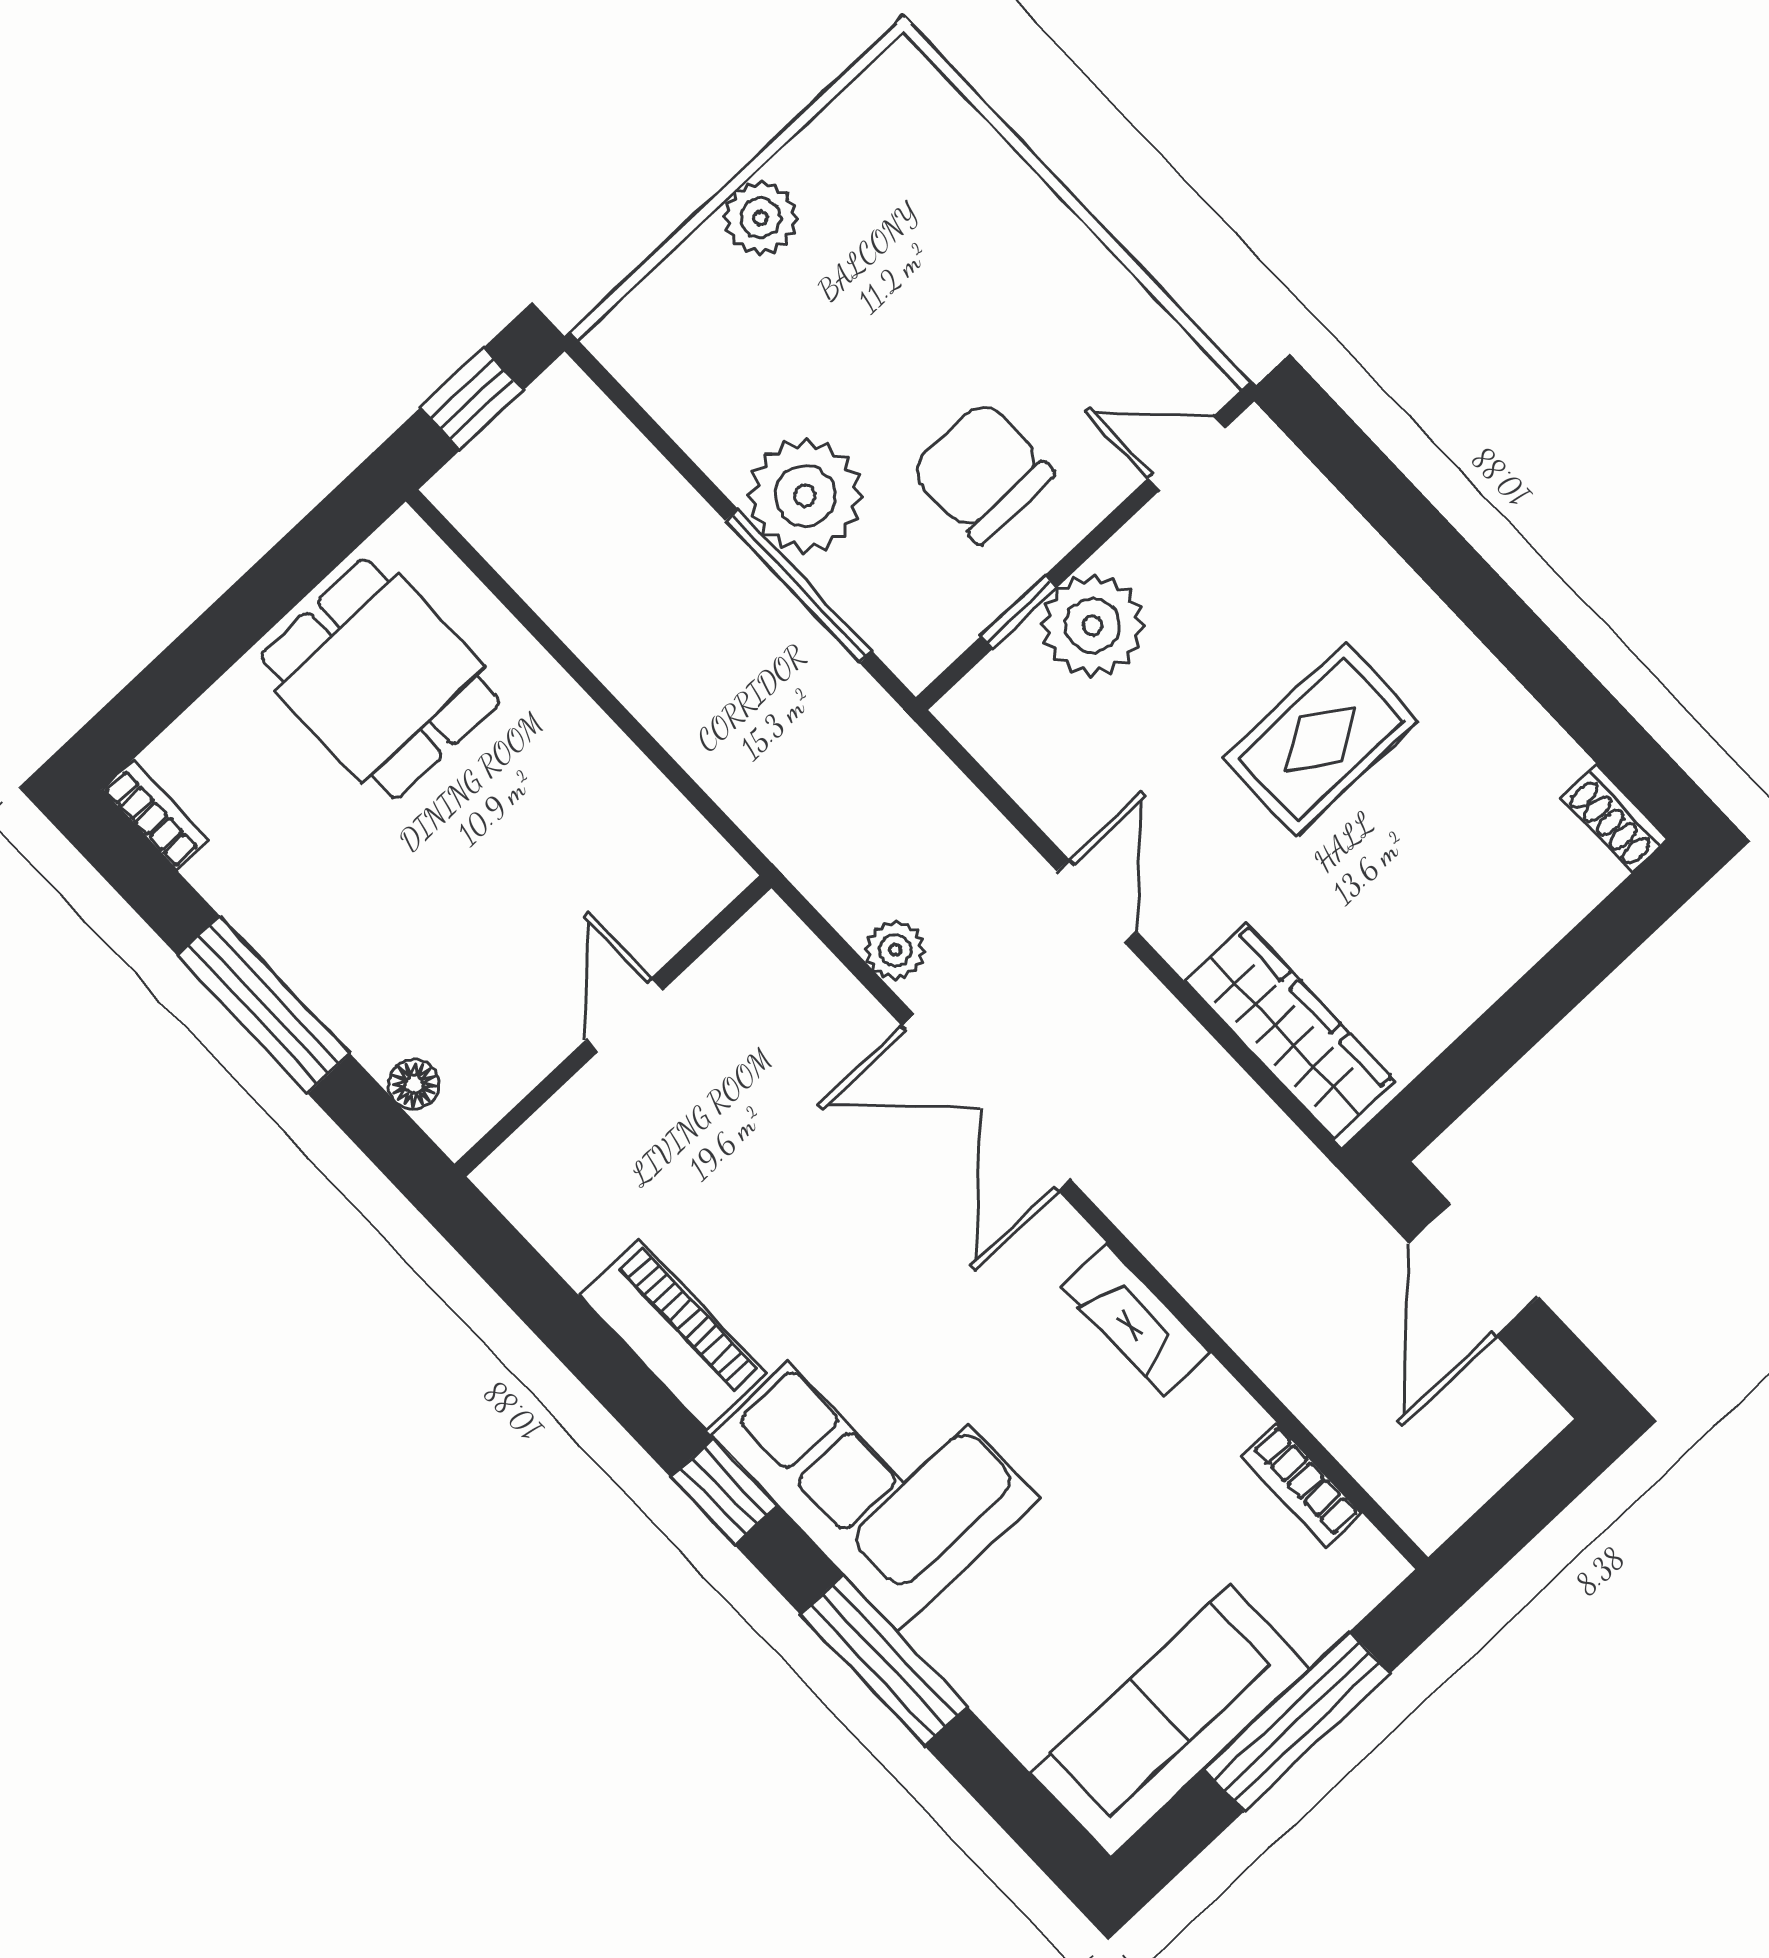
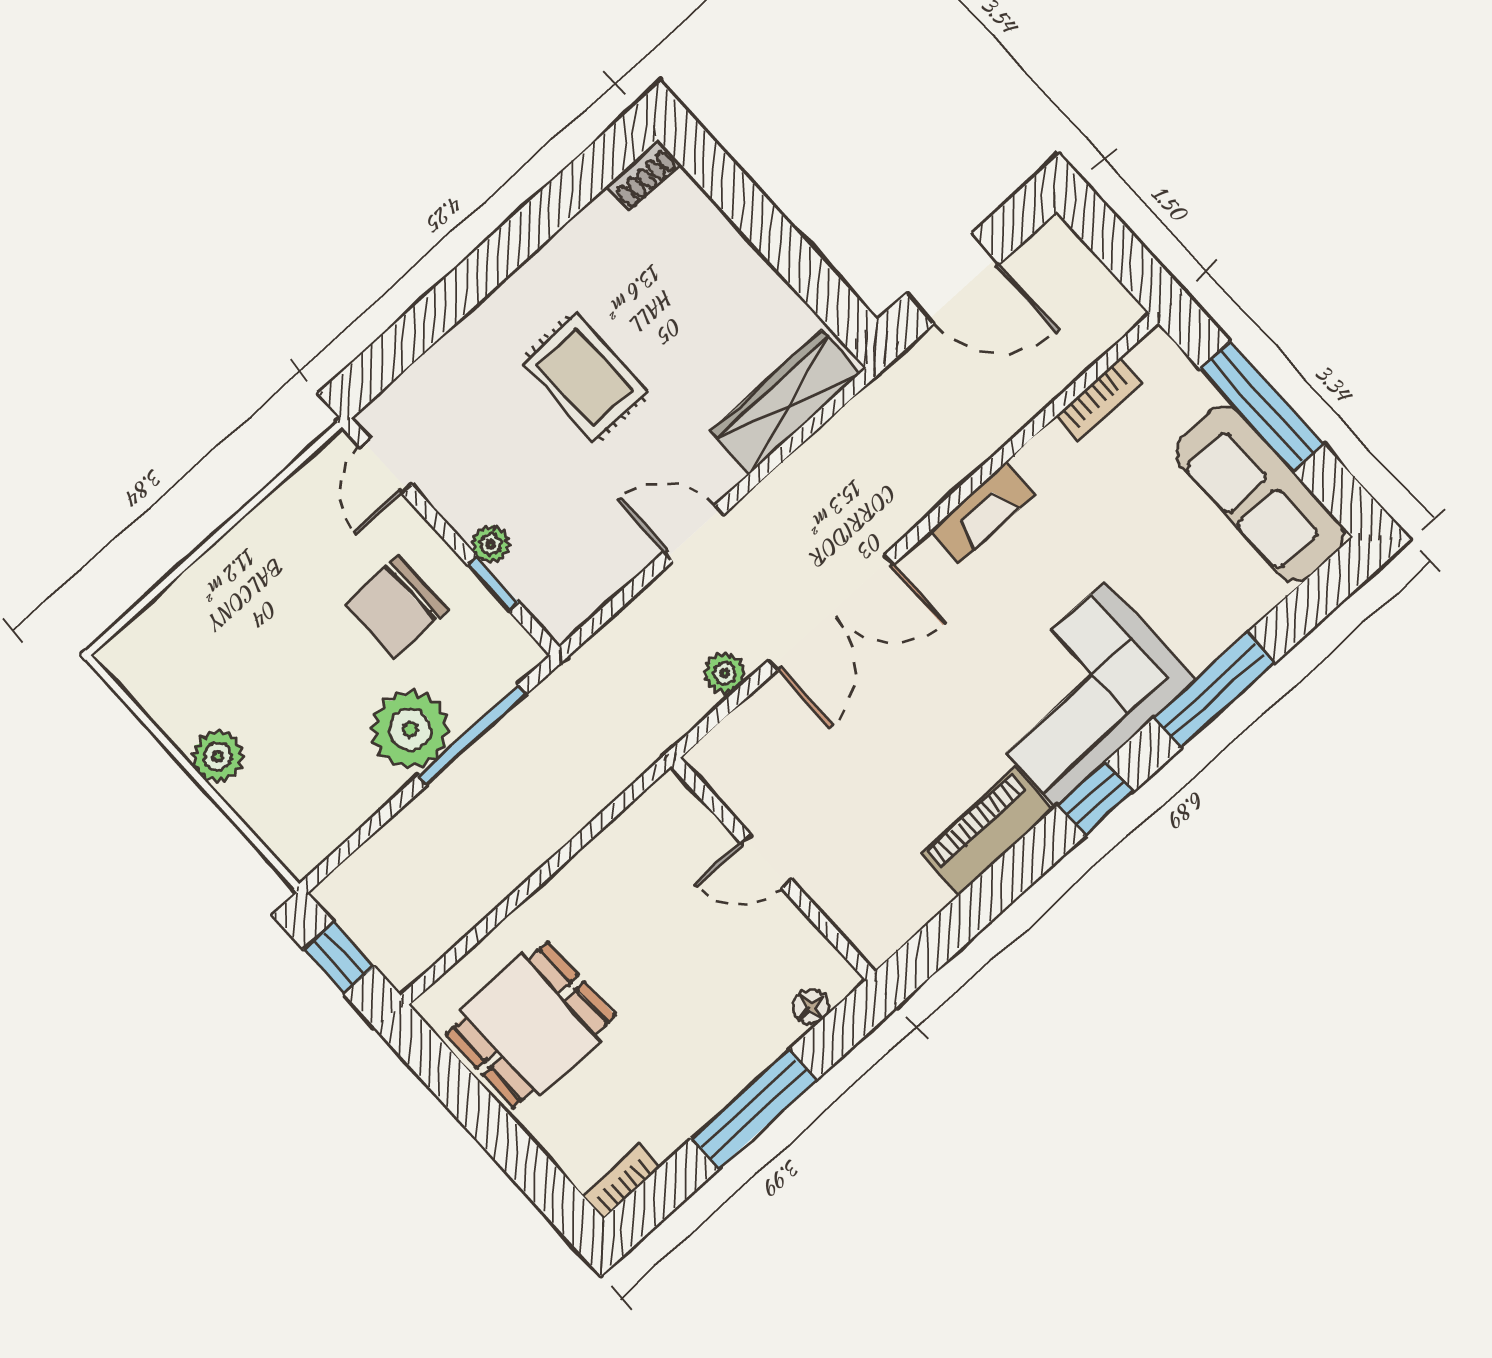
plant: (1092, 625) -> (491, 544), width x0.53, depth x0.53

